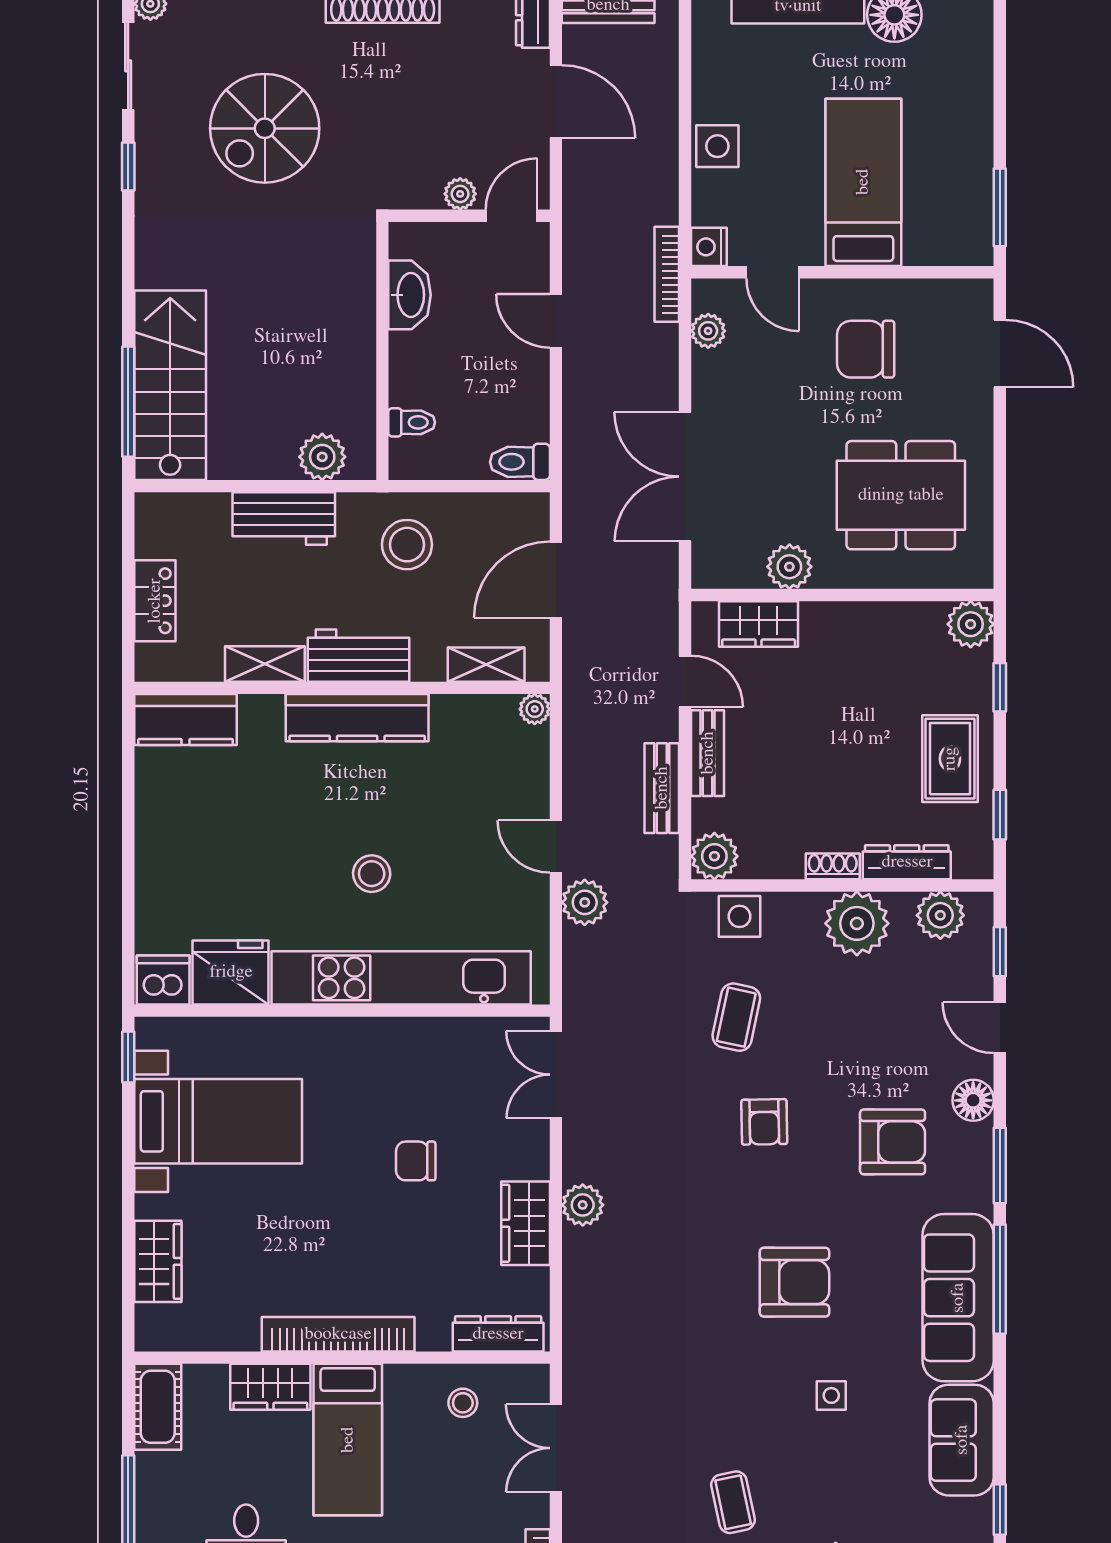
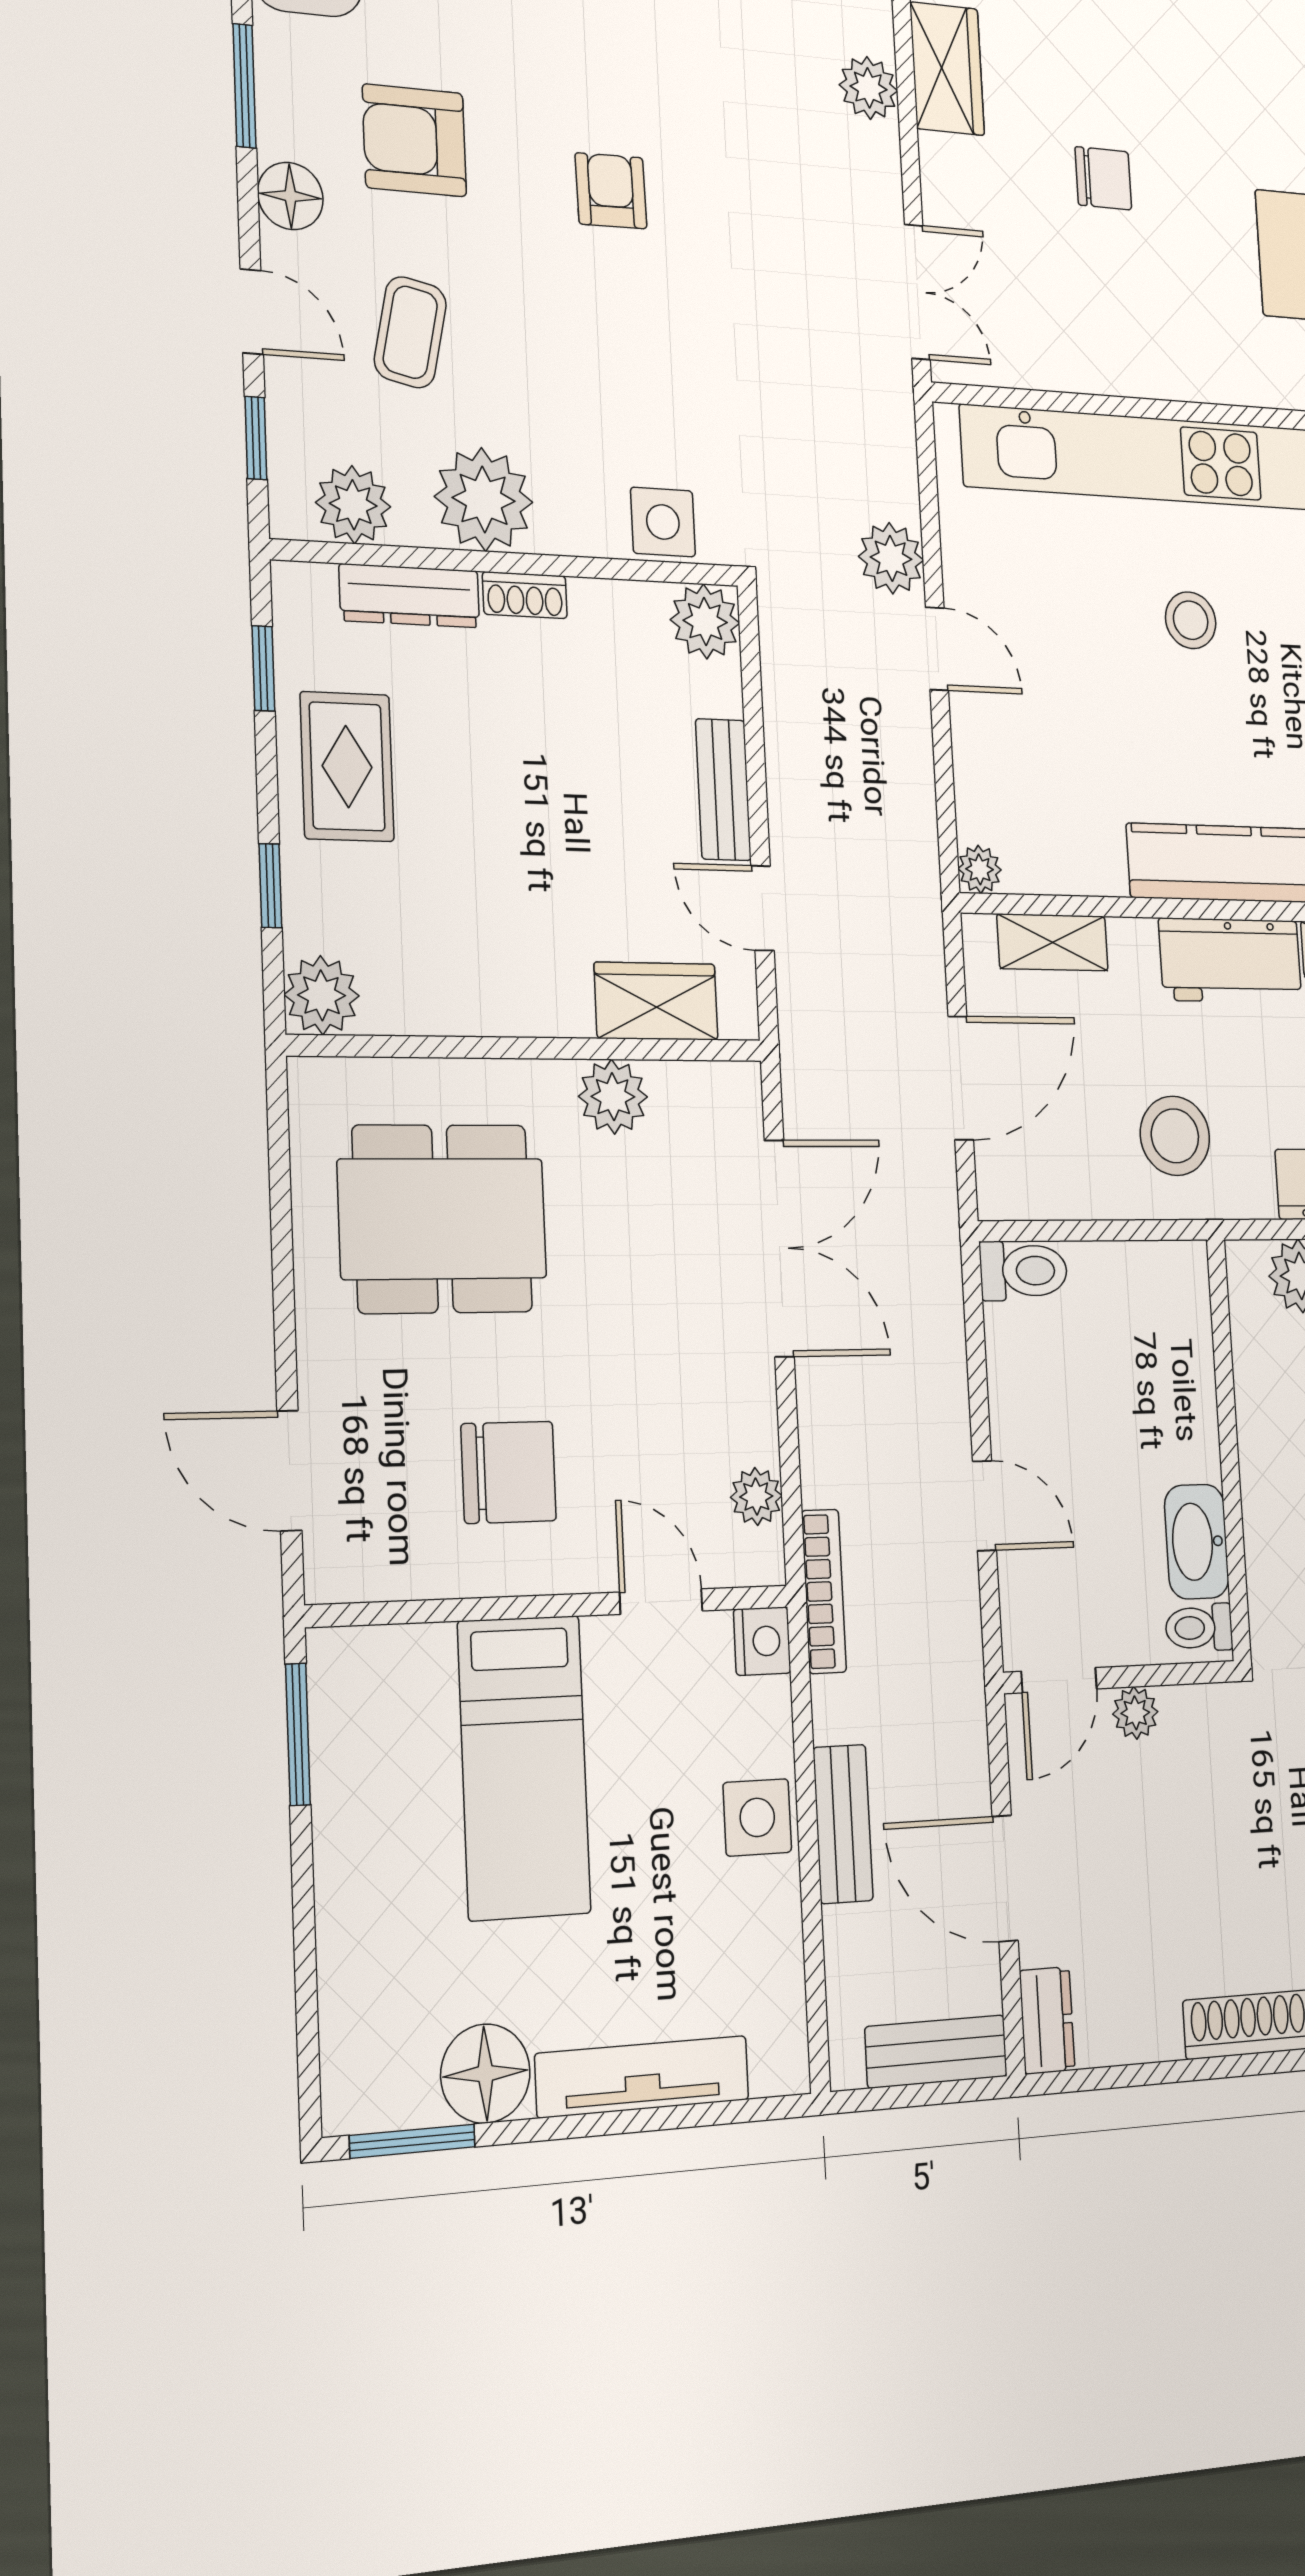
toilet: (412, 422) -> (1199, 1628), moved
bench: (662, 788) -> (843, 1824), moved
coffee table: (736, 1017) -> (410, 332), moved

